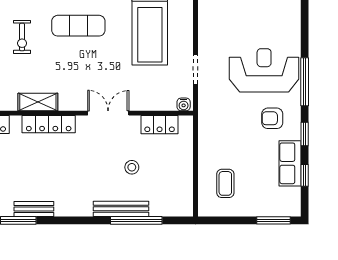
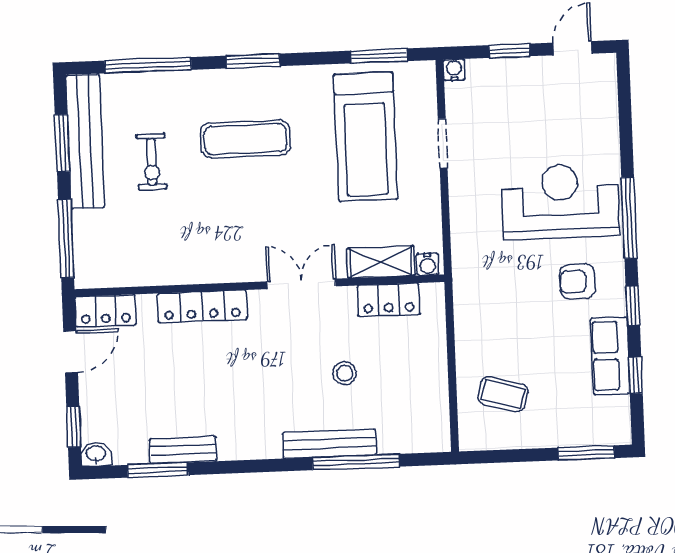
doorway: (195, 70) -> (443, 143), moved
shelving: (38, 102) -> (381, 262), moved
coffee table: (225, 183) -> (503, 394), turned -75

